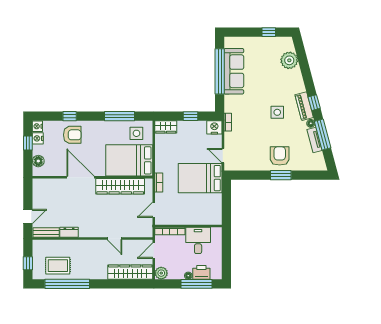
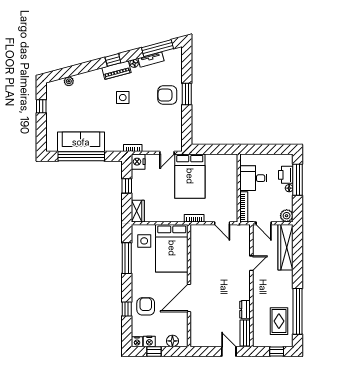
plant: (289, 60) -> (69, 81), width x0.53, depth x0.53
window: (323, 135) -> (157, 48), moved
wardrobe: (120, 186) -> (198, 257), removed

